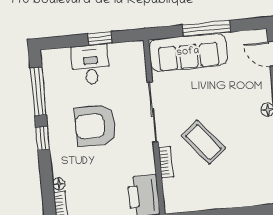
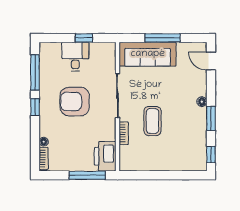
coffee table: (203, 142) -> (152, 121), turned 40

